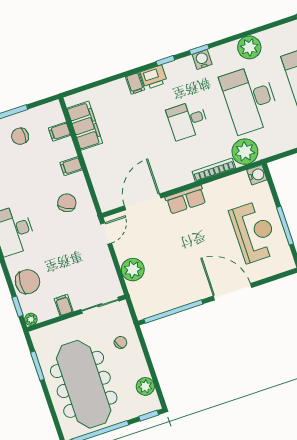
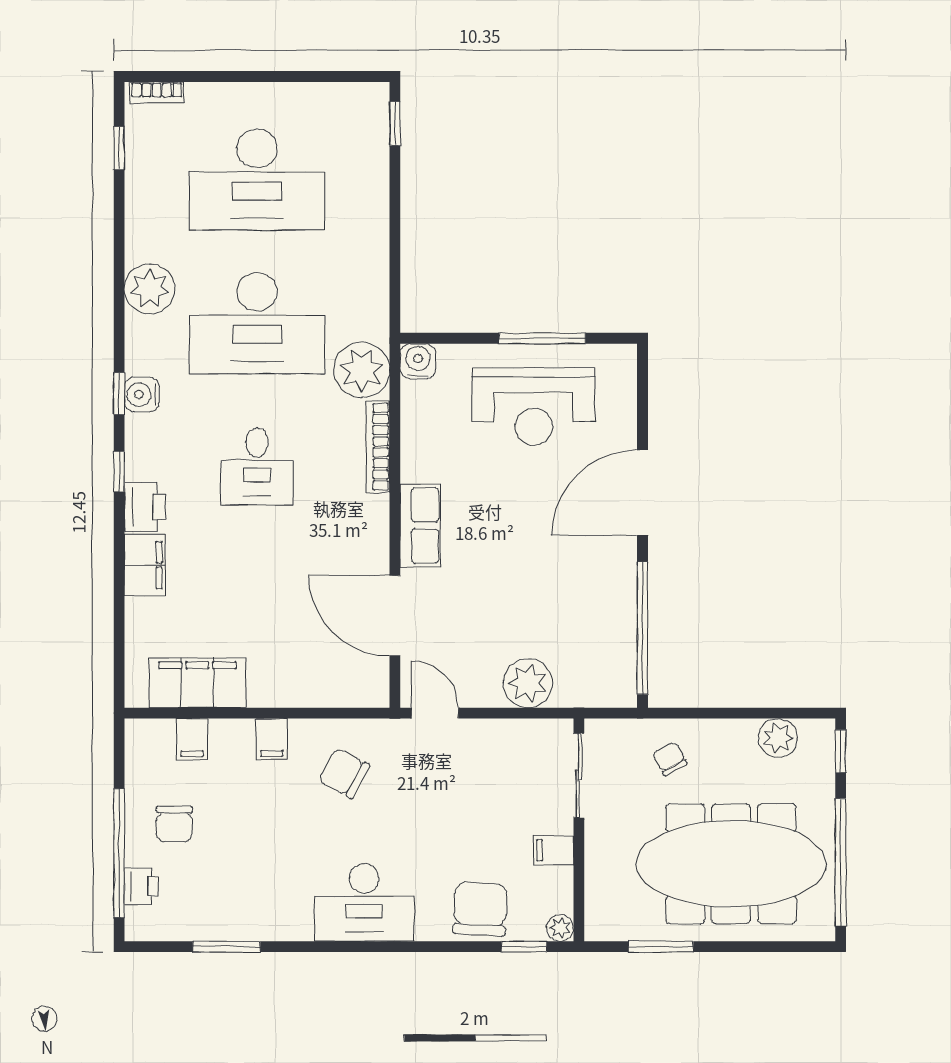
filing cabinet: (135, 83) -> (145, 565), width x2.00
reception desk: (254, 232) -> (534, 406), turned 180

